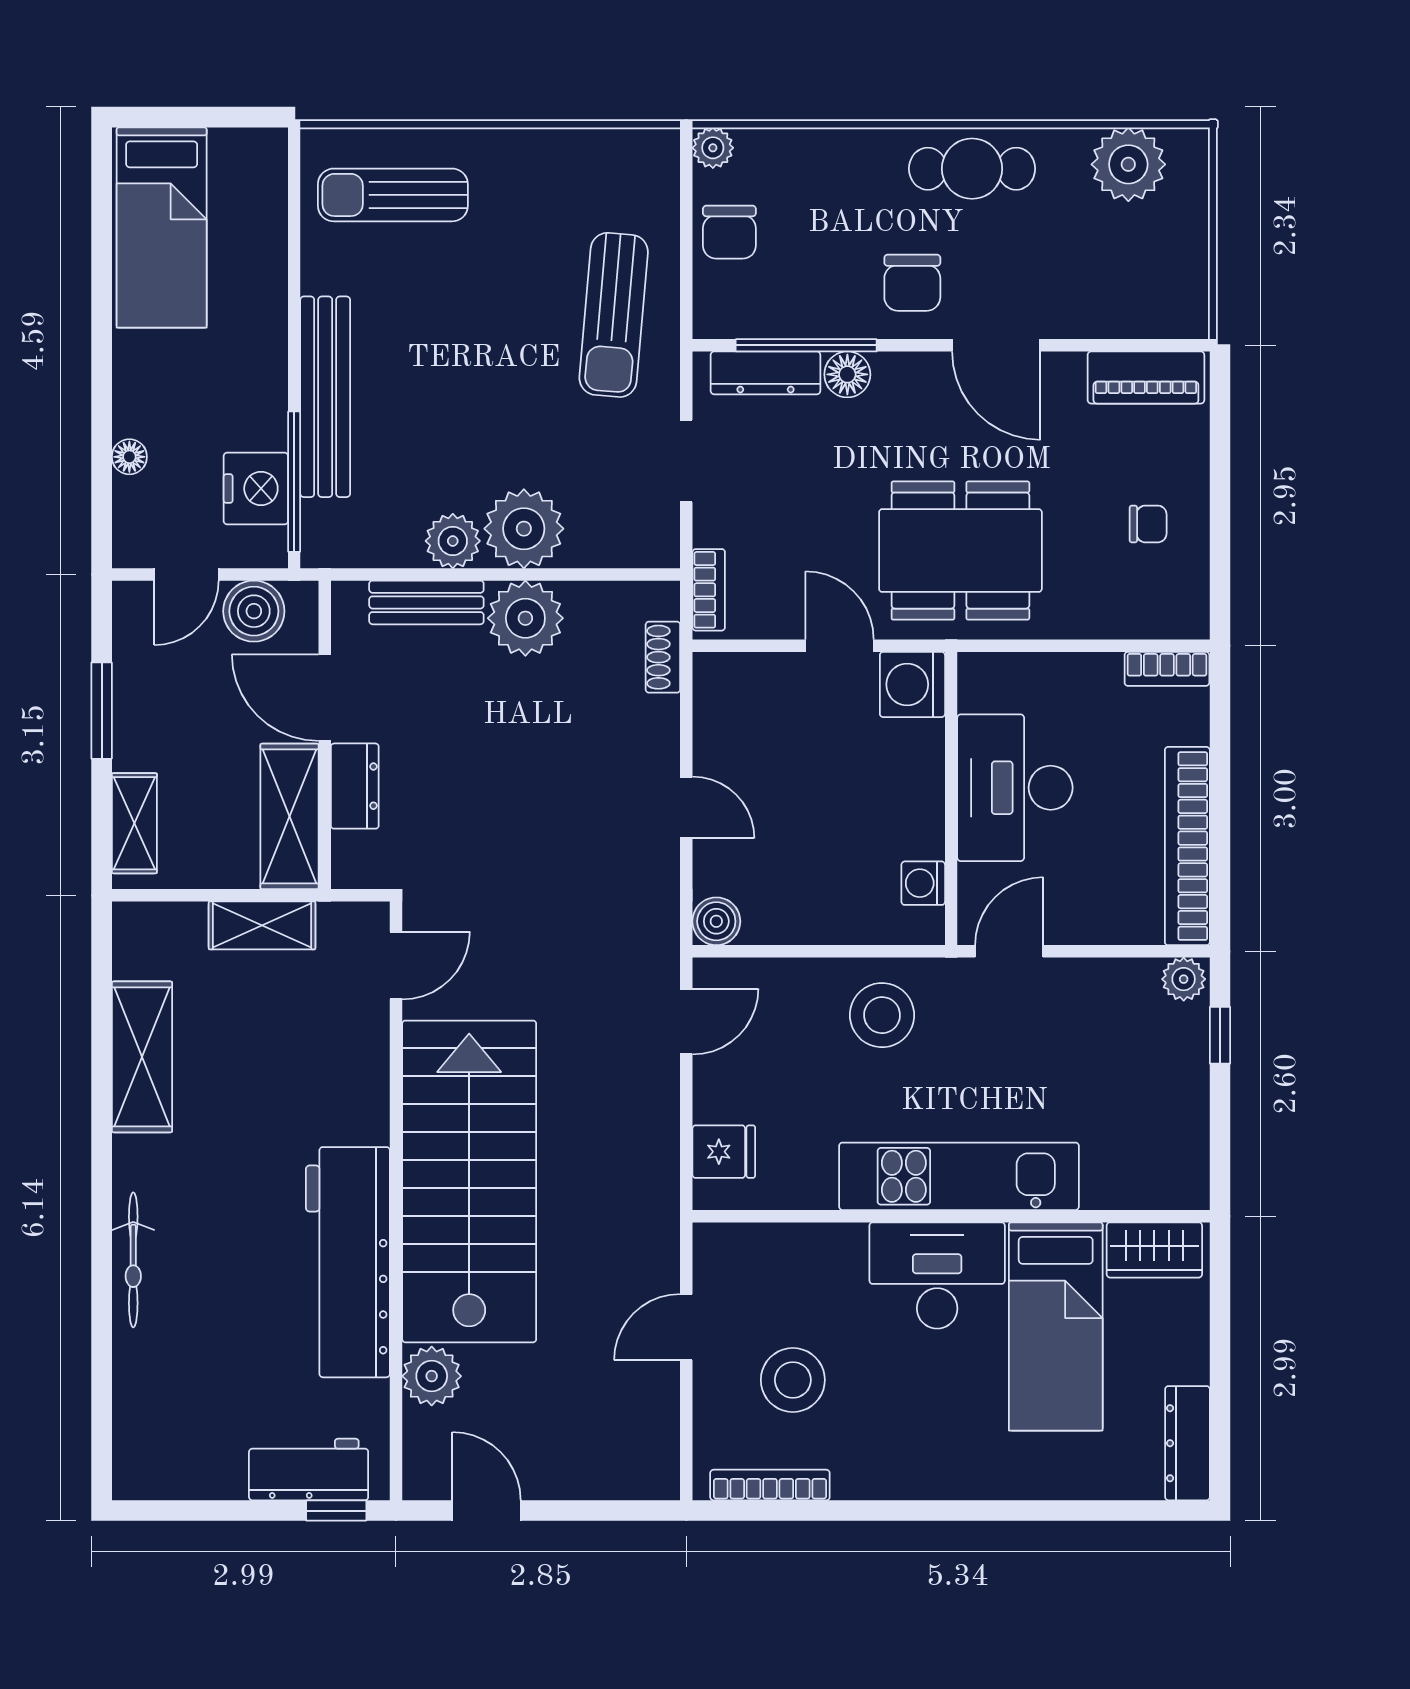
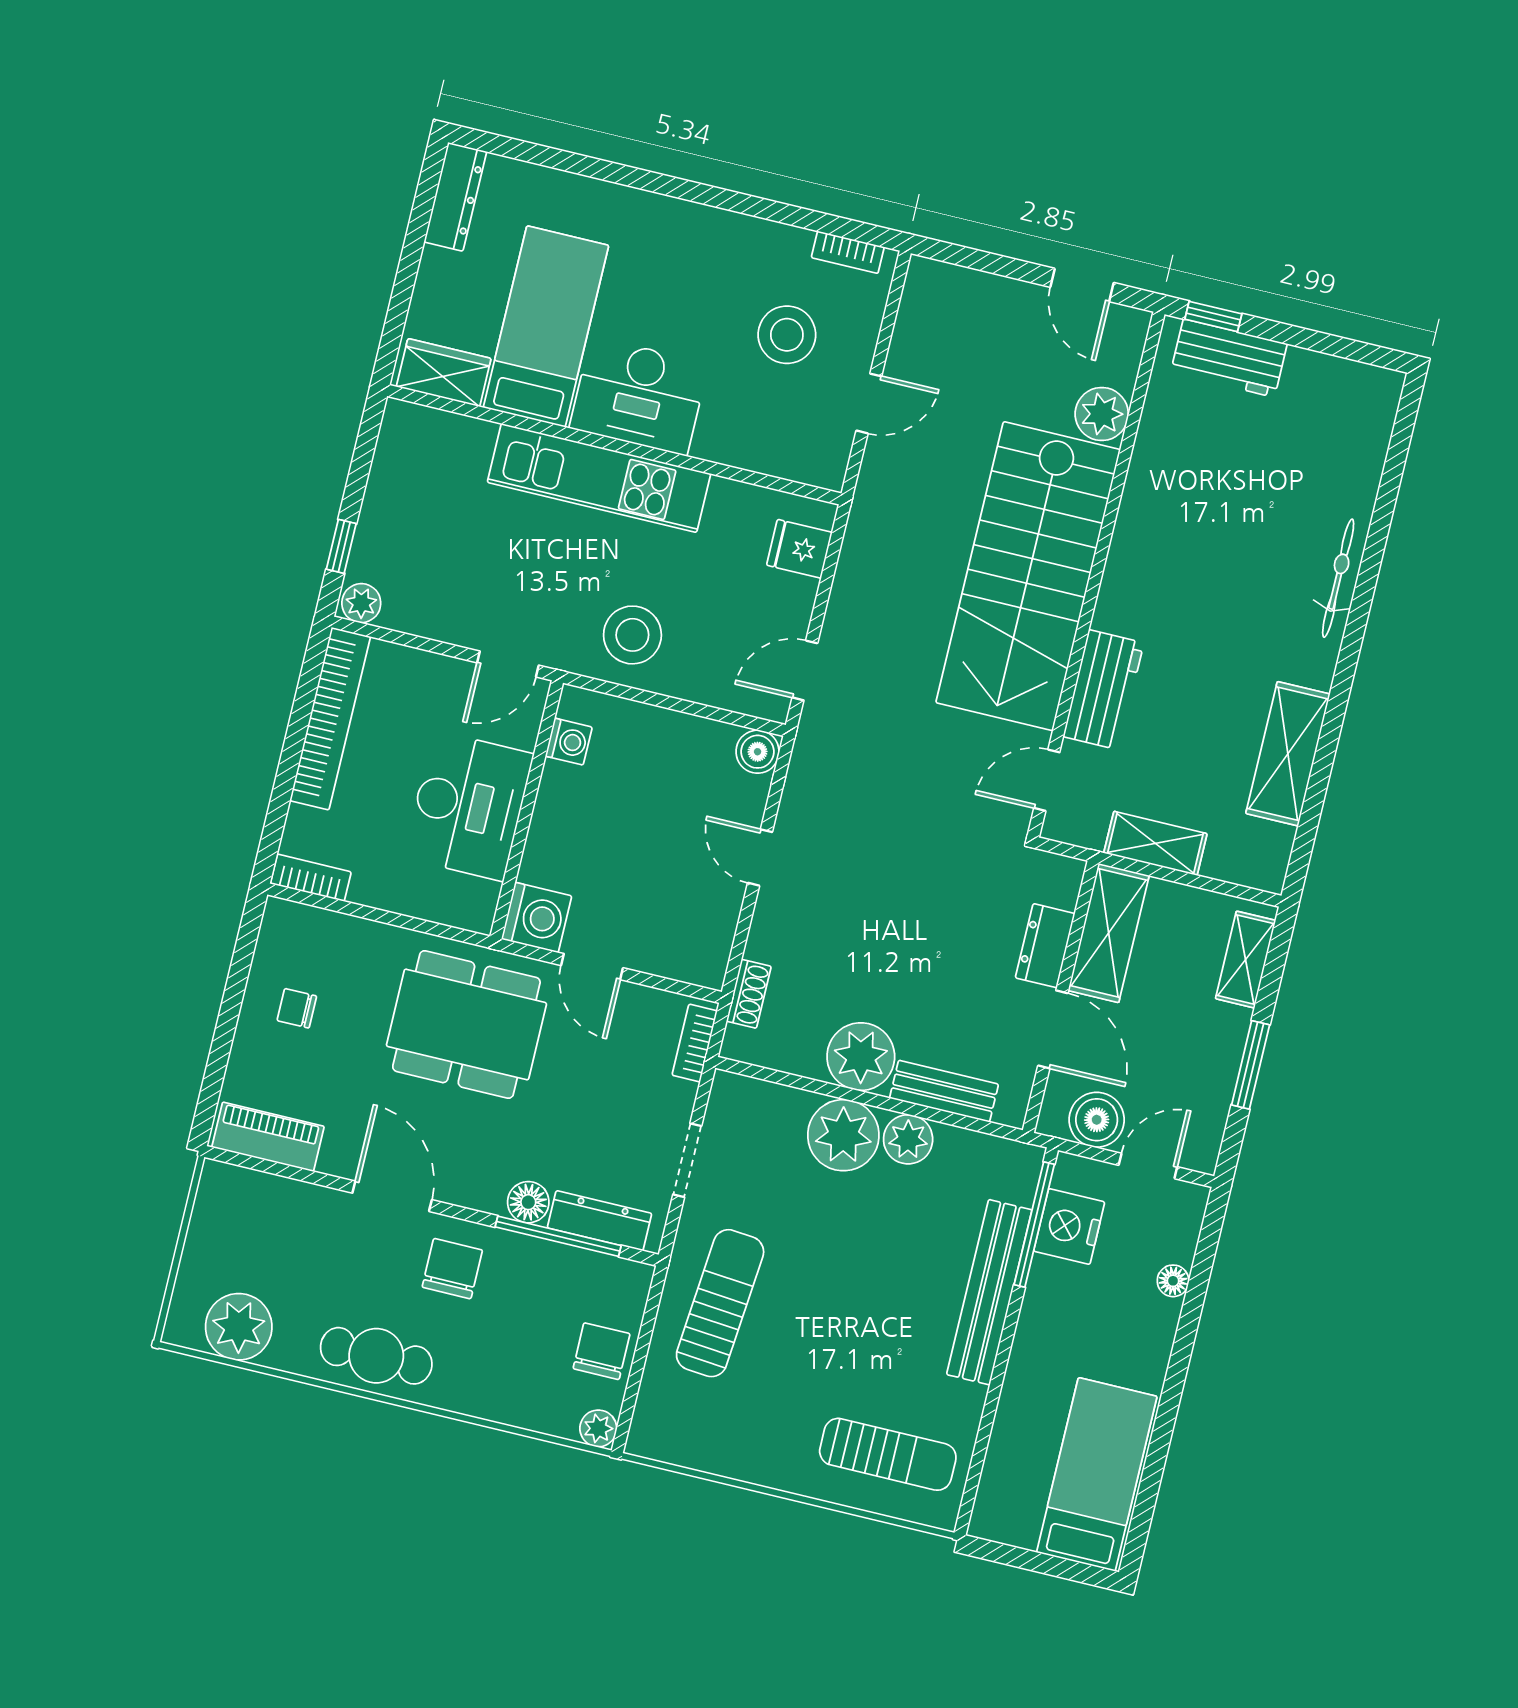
workbench: (348, 1262) -> (1103, 690), moved, width x0.53, depth x0.76
bookcase: (770, 1485) -> (848, 252), width x0.64

